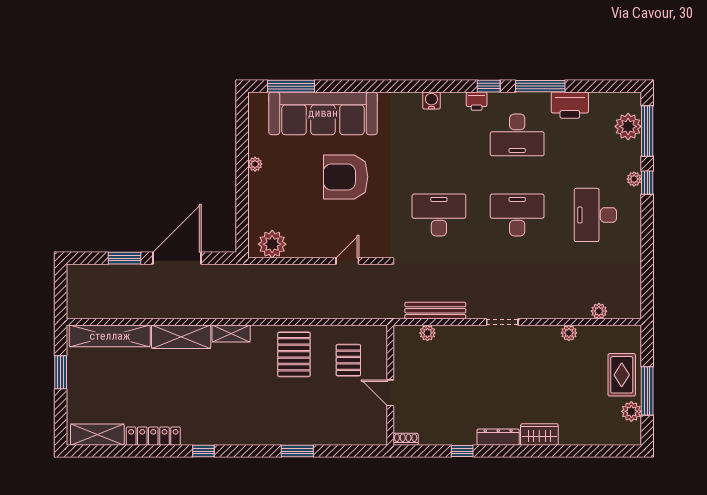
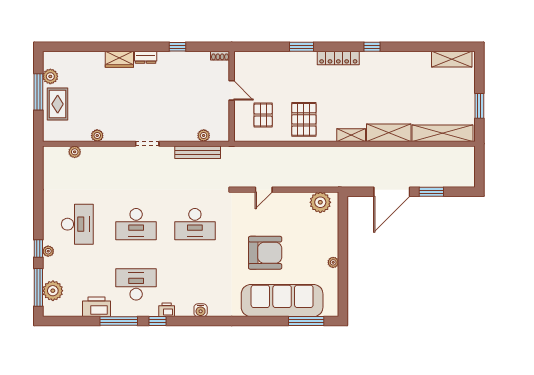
locker: (153, 436) -> (338, 58), moved
dresser: (498, 437) -> (146, 57), width x0.70

